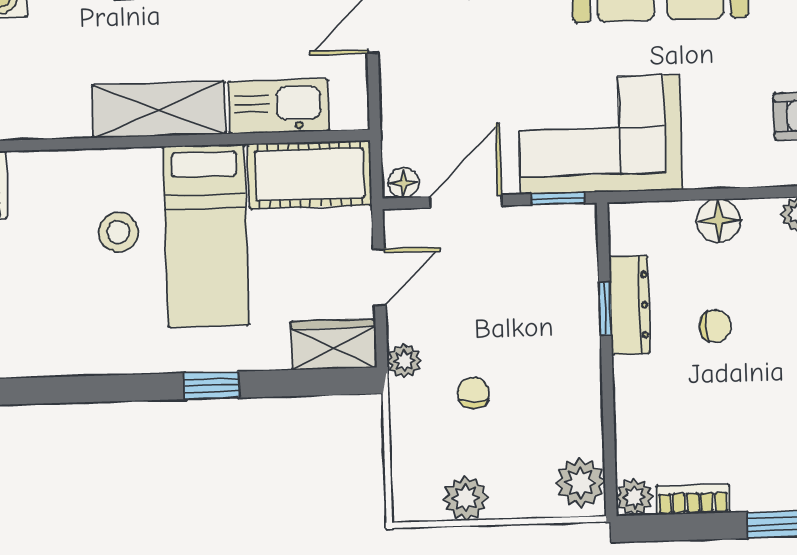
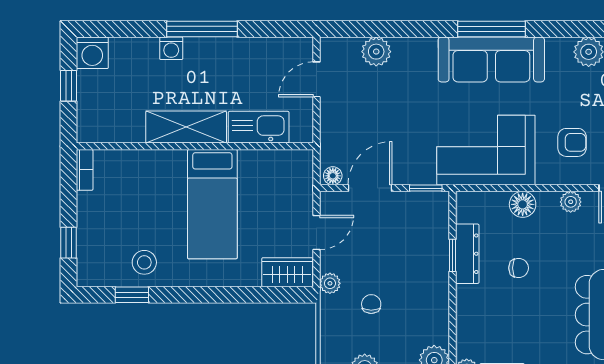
corner sofa: (600, 134) -> (486, 150), moved
cot: (310, 175) -> (276, 169), removed
stool: (118, 232) -> (144, 262), moved
window: (212, 385) -> (132, 295), moved

